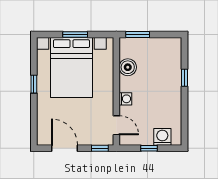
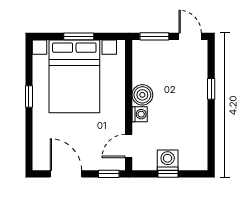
door: (167, 34) -> (190, 36), added
boiler: (128, 67) -> (142, 95), moved
door: (116, 125) -> (129, 146), swing flipped
washing machine: (162, 137) -> (168, 160), moved

